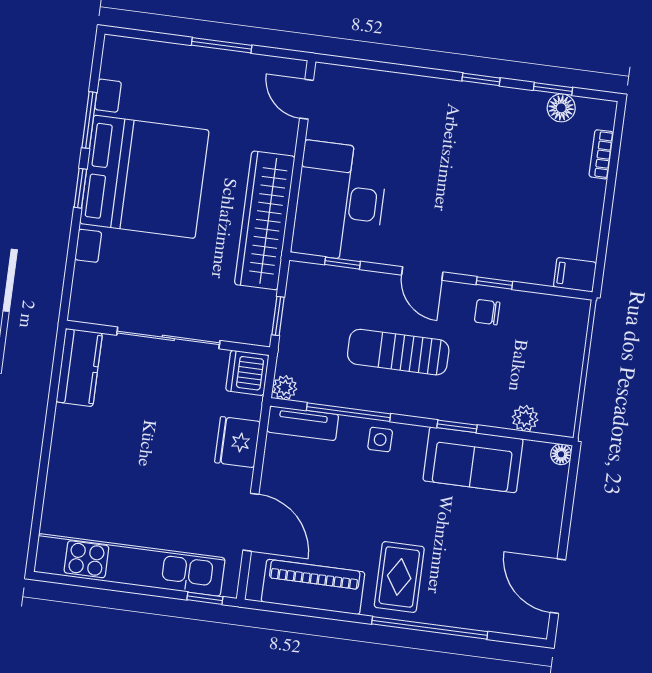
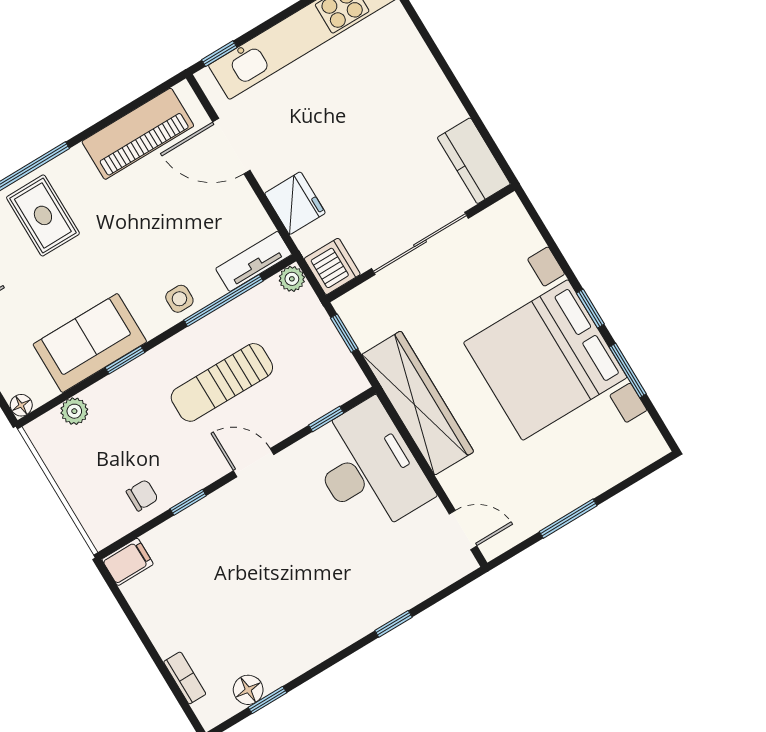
window: (481, 79) -> (394, 624), moved
chair: (487, 312) -> (142, 495), moved
sun lounger: (398, 352) -> (222, 382), turned 180
rug: (399, 577) -> (43, 215), moved

